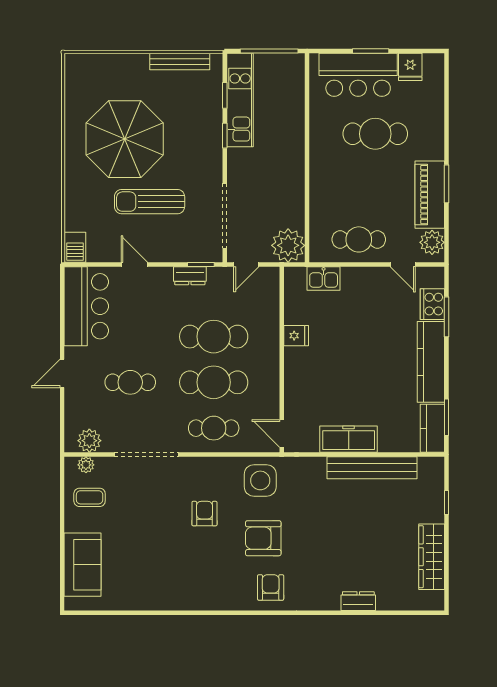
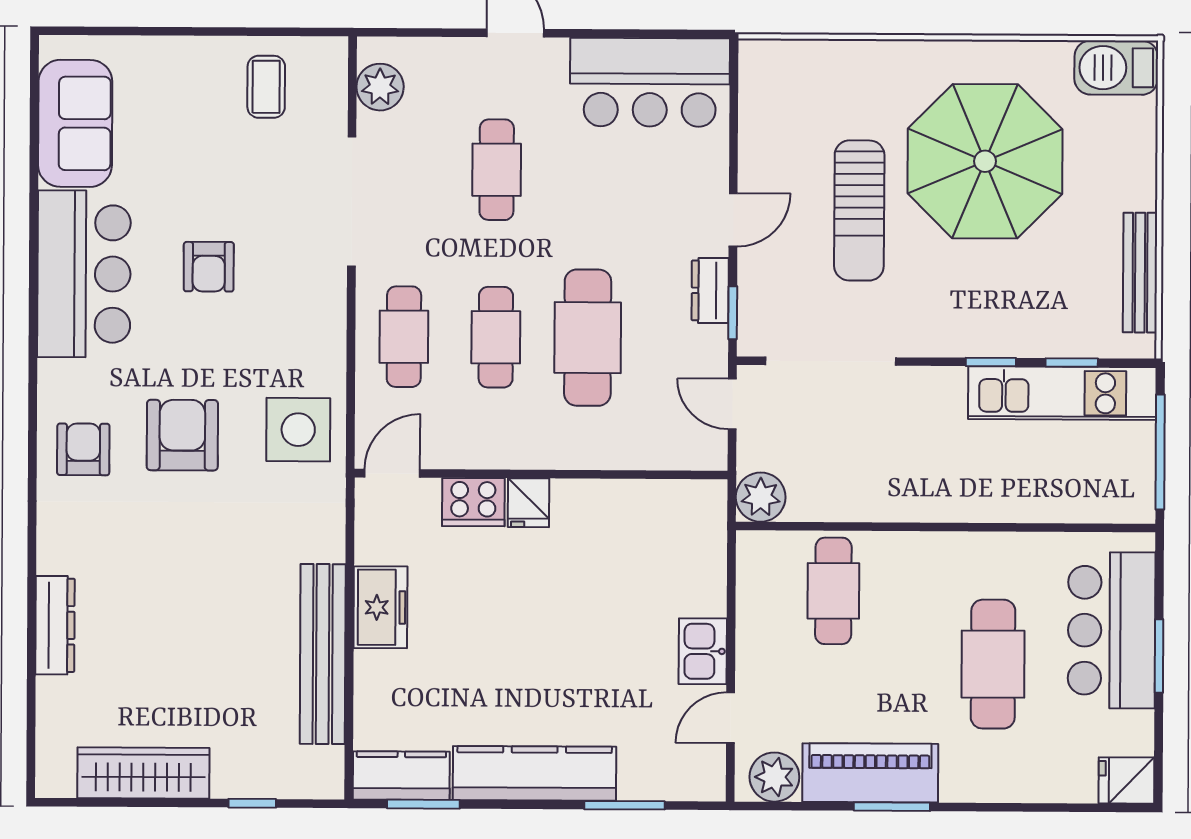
fridge: (410, 67) -> (1126, 780), moved
sun lounger: (150, 202) -> (859, 210), turned 180
cafe table: (359, 239) -> (833, 591), moved
plant: (288, 245) -> (761, 497), width x0.73, depth x0.73
barbecue: (75, 247) -> (1116, 68), moved, width x1.38, depth x1.27
door: (134, 264) -> (733, 220), moved
kitchen sink: (324, 278) -> (703, 651), moved
cooker: (432, 304) -> (473, 502), moved, turned 180
fridge: (296, 336) -> (528, 503), moved
cafe table: (214, 382) -> (496, 337), width x0.73, depth x0.74
freezer: (349, 439) -> (380, 607), width x0.71
plant: (86, 465) -> (332, 80), removed
armchair: (204, 514) -> (209, 267), moved, turned 90
sofa: (83, 565) -> (75, 123), moved, turned -90
armchair: (271, 587) -> (83, 449), turned -90
bar counter: (183, 588) -> (84, 274), added
dresser: (358, 601) -> (55, 625), width x1.44

